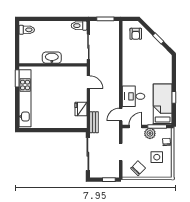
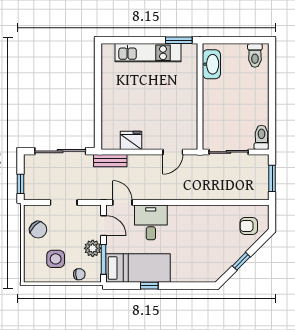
washbasin: (52, 58) -> (211, 64), moved
kitchen unit: (25, 98) -> (148, 53), width x0.73

